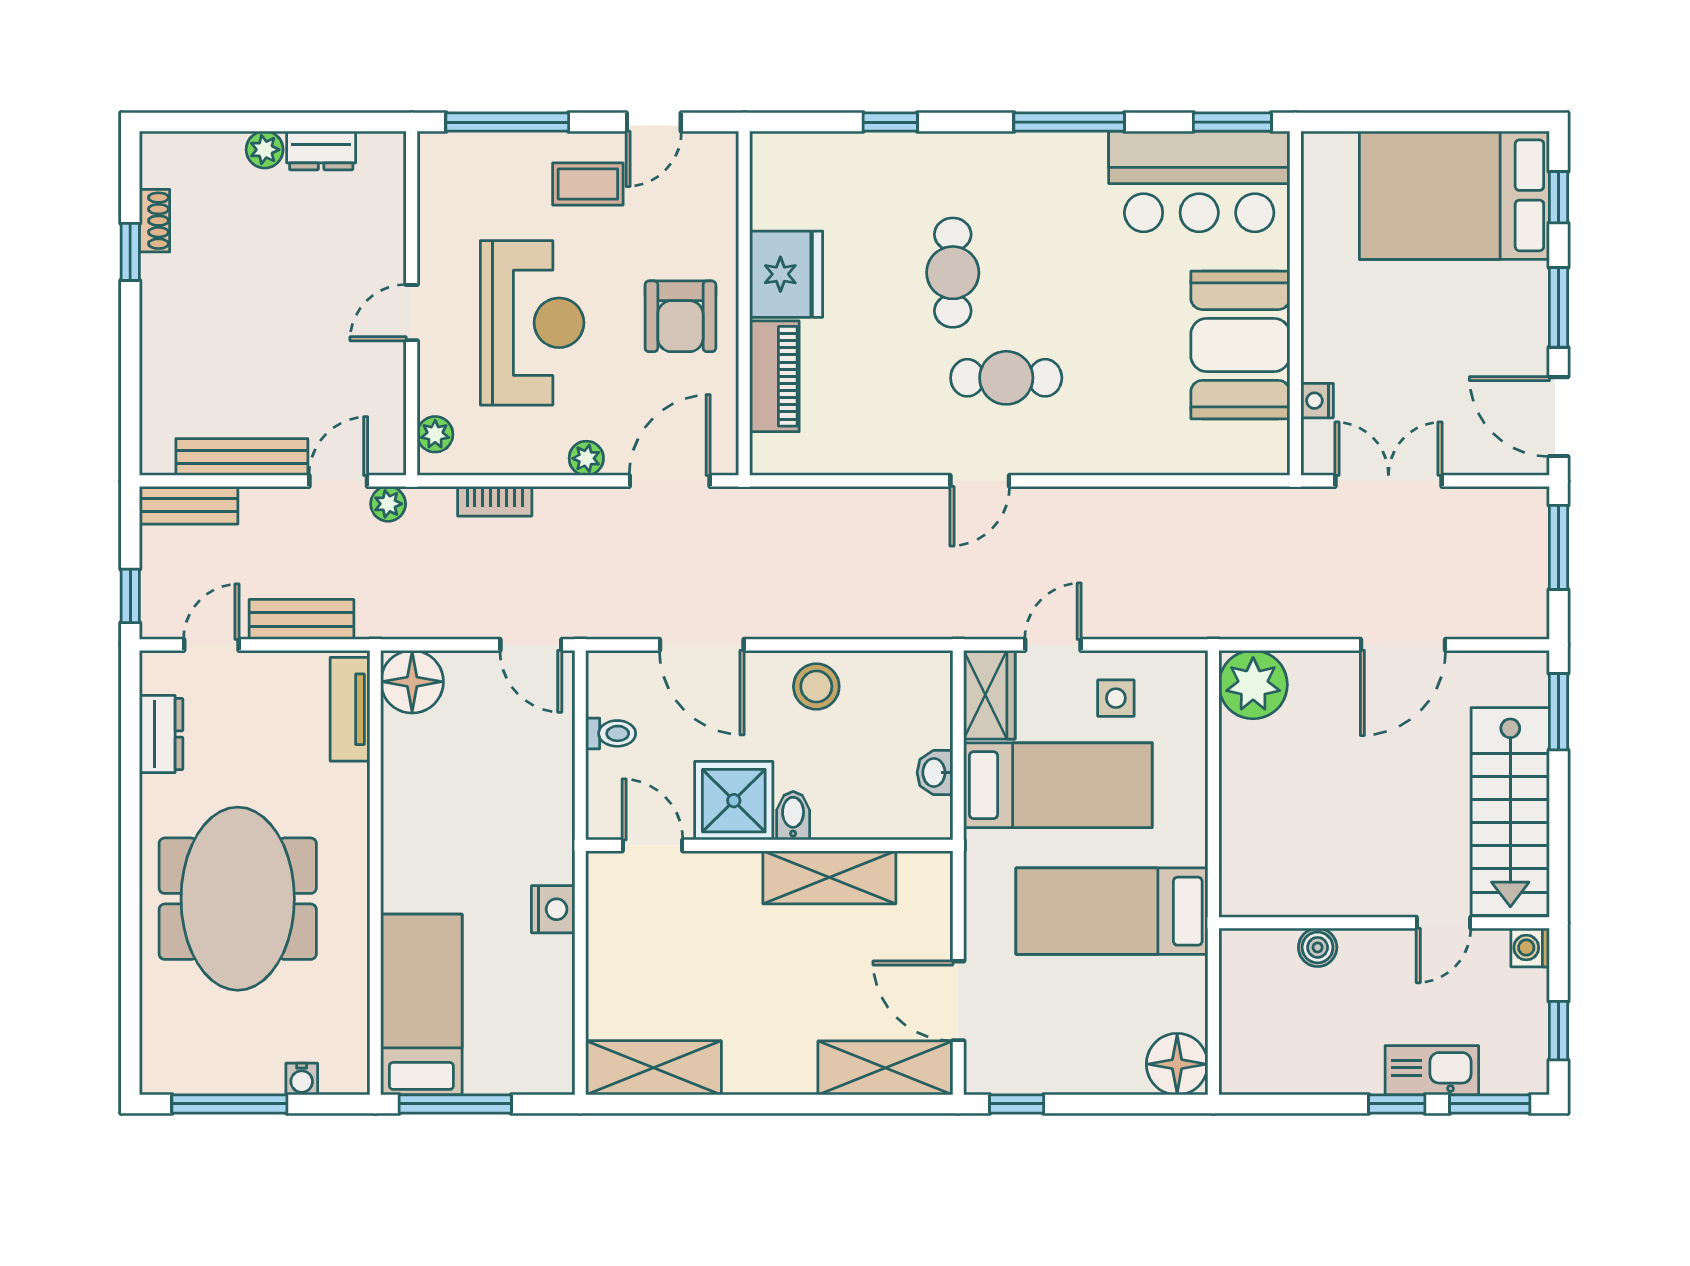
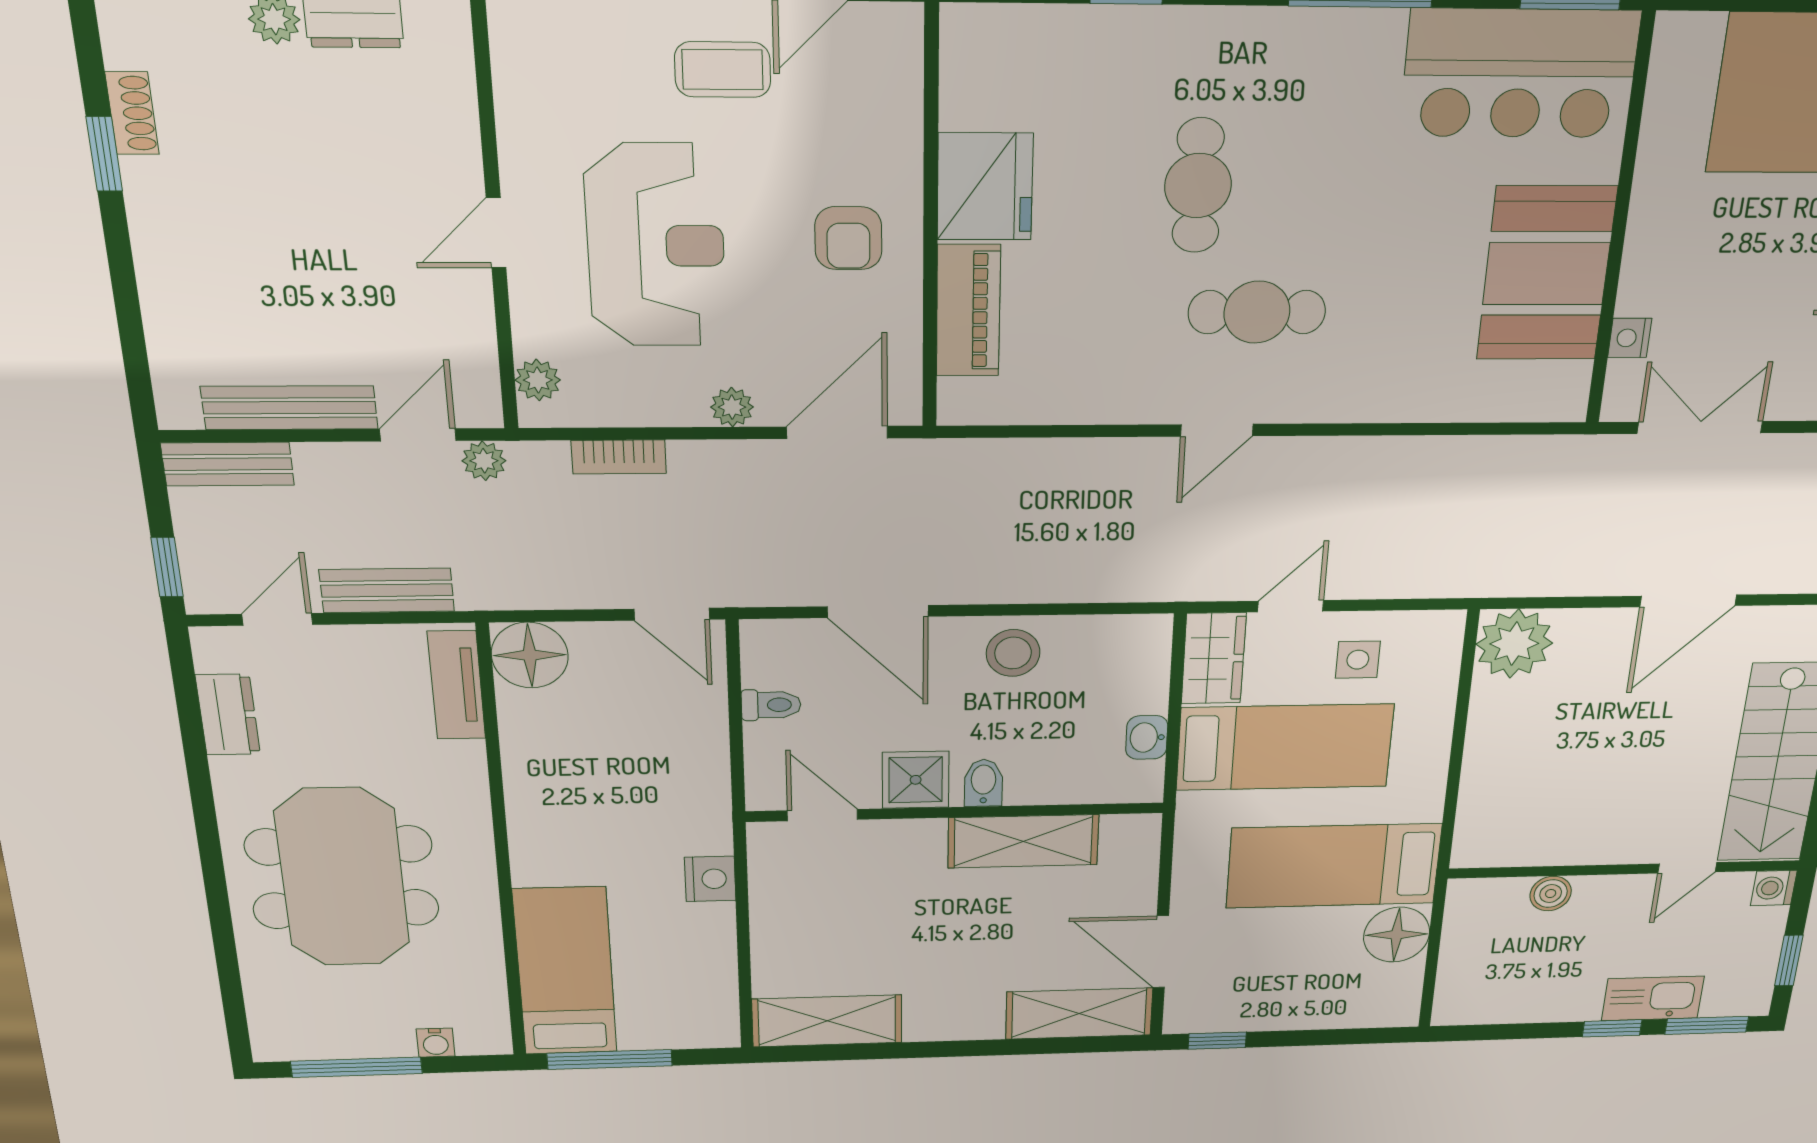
armchair: (680, 316) -> (848, 238), width x0.72, depth x0.72
shower: (734, 801) -> (916, 780), width x0.73, depth x0.73
floor lamp: (1177, 1064) -> (1397, 935), moved

